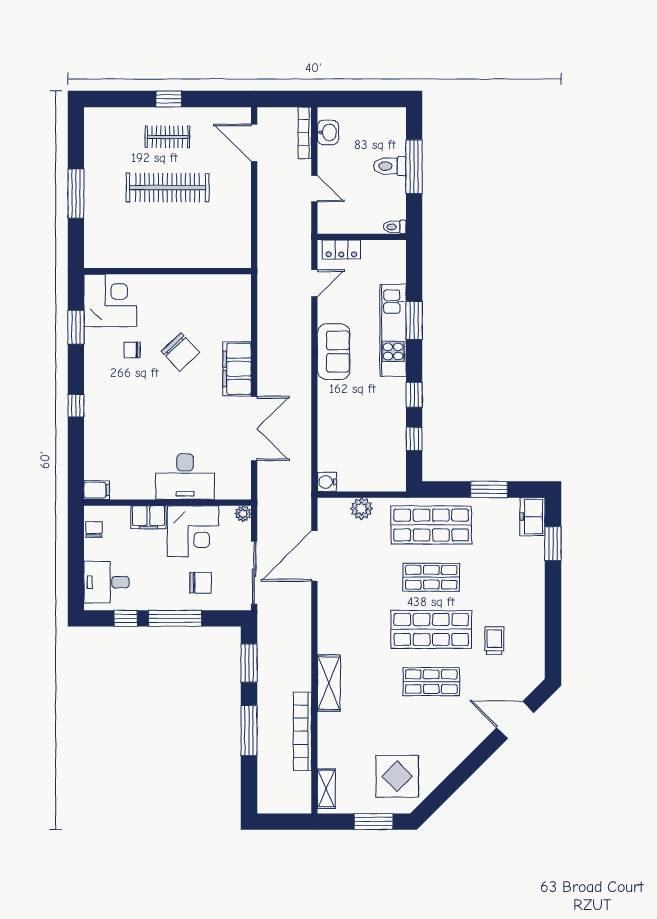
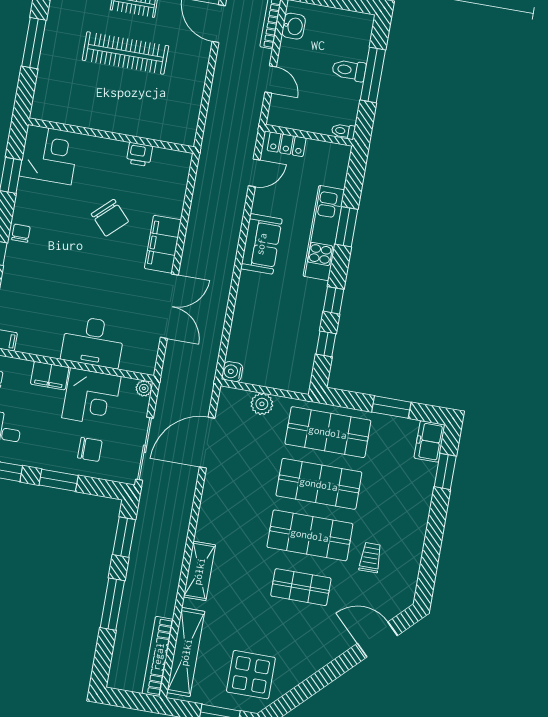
printer: (199, 285) -> (139, 154), added
chair: (132, 350) -> (21, 233), moved, turned 90
shop shelf: (431, 577) -> (319, 484), width x1.43, depth x1.36
window: (175, 618) -> (59, 480), width x0.69
bookcase: (303, 731) -> (158, 656), moved
shelving: (326, 789) -> (186, 652), width x2.20, depth x1.33

